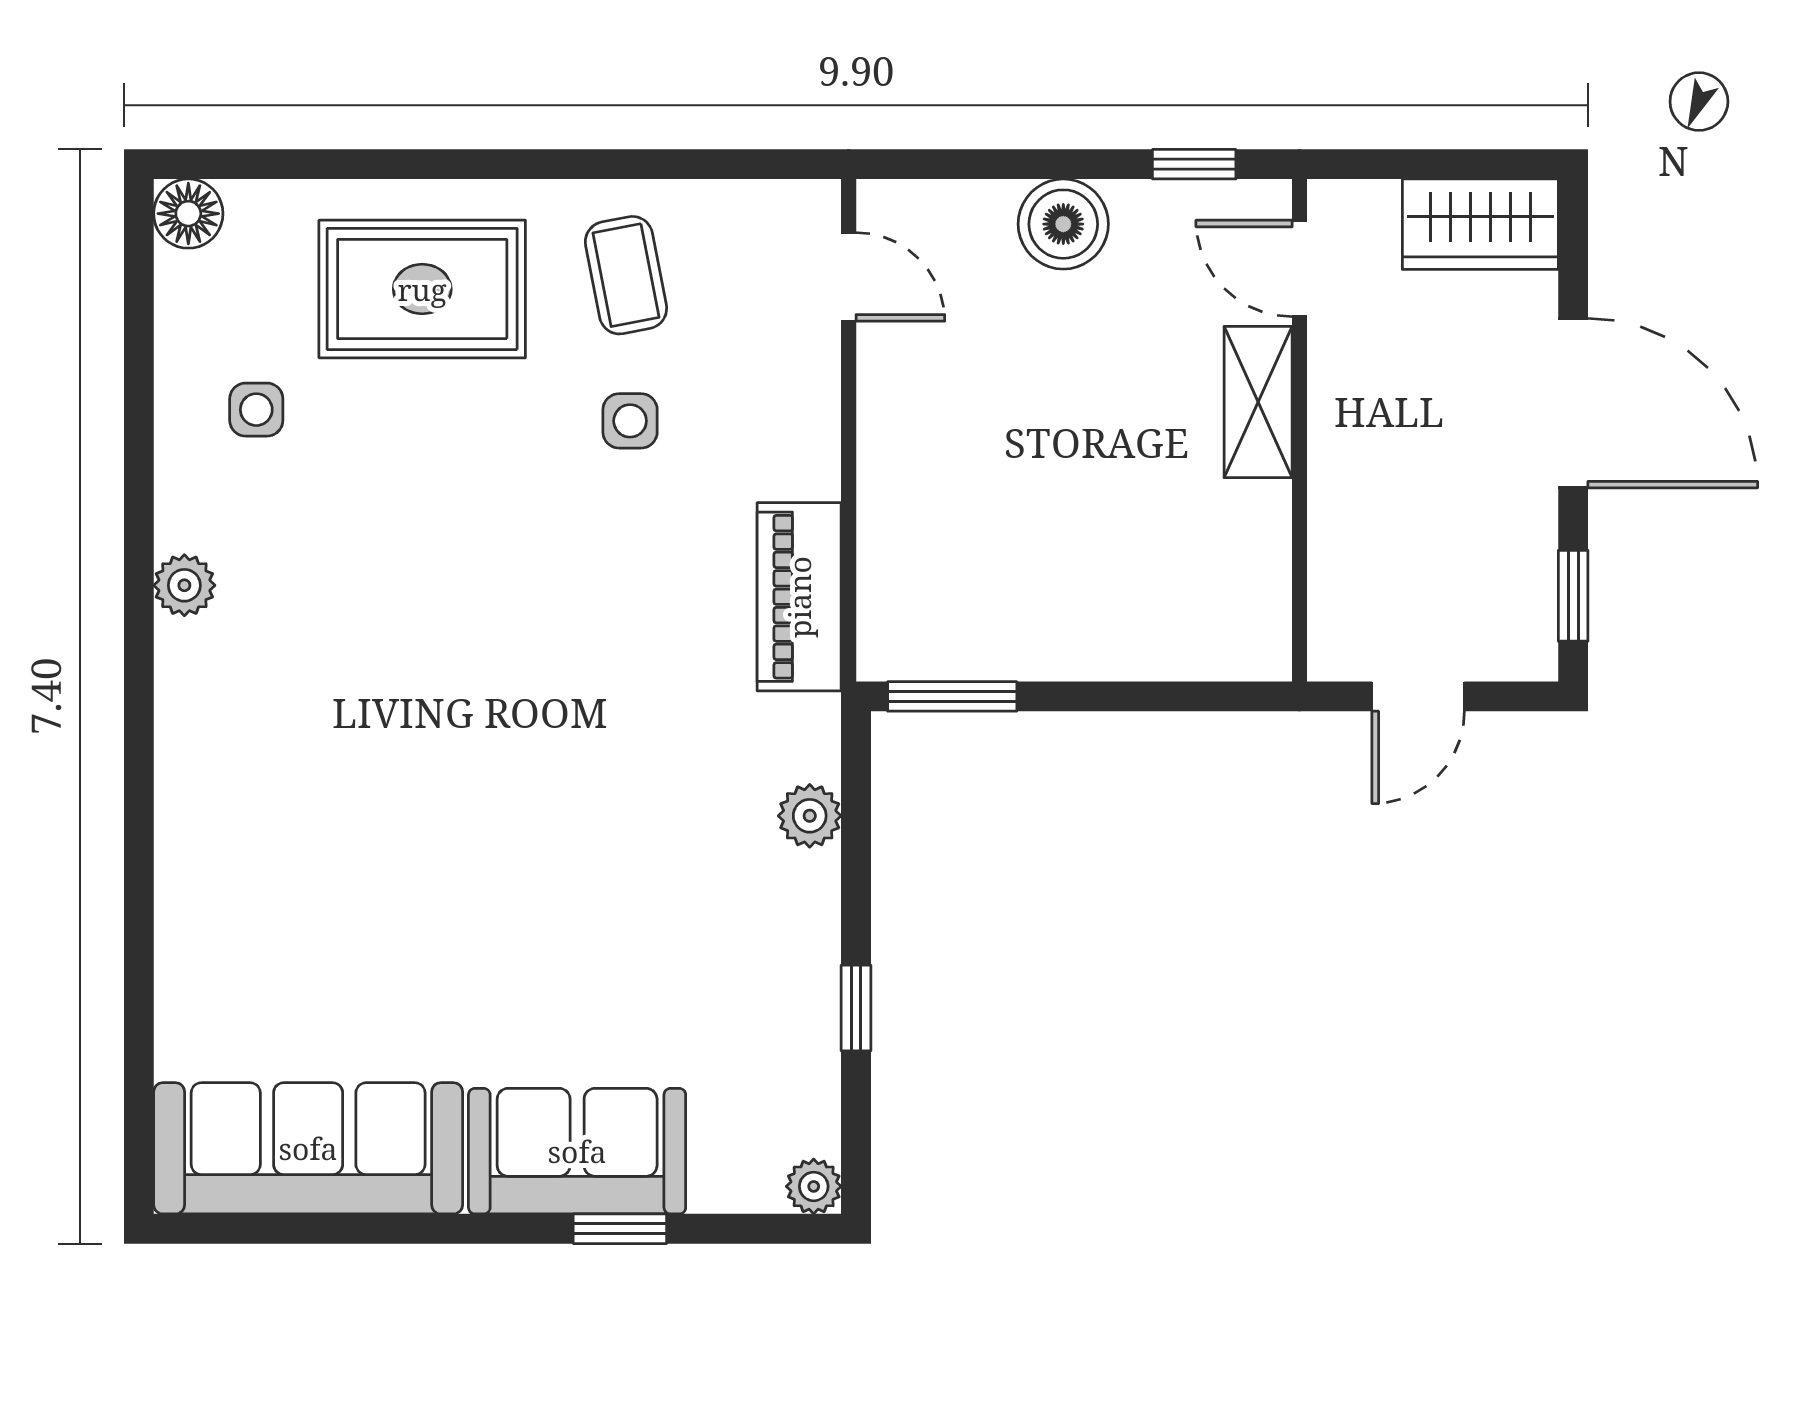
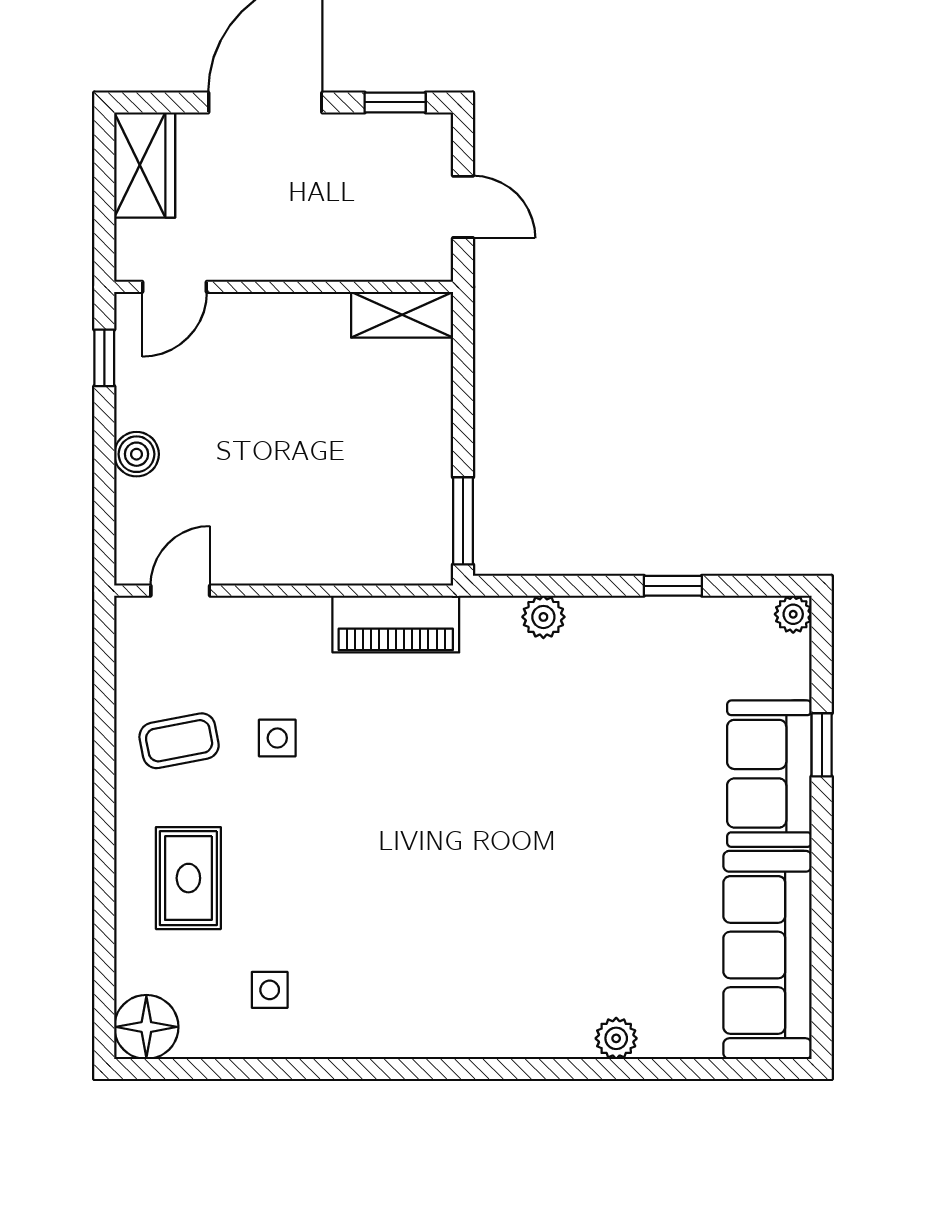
floor lamp: (188, 214) -> (146, 1027), width x1.38, depth x1.38
boiler: (1063, 224) -> (137, 454), width x0.73, depth x0.73
rug: (422, 289) -> (188, 878), width x0.73, depth x0.70
shelving: (1258, 402) -> (402, 315), moved
plant: (184, 585) -> (616, 1038), moved

